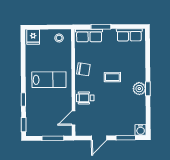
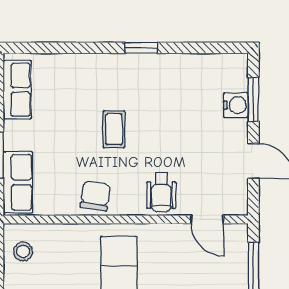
plant: (139, 89) -> (141, 68), removed
water cooler: (141, 130) -> (236, 105), moved

